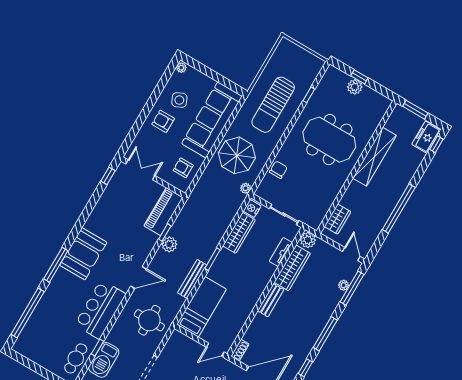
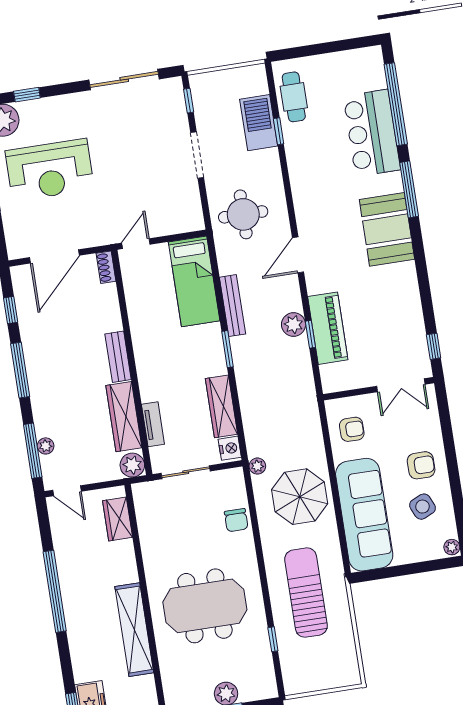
piano: (163, 212) -> (328, 328), moved
bar counter: (100, 309) -> (372, 133), moved, turned 180

